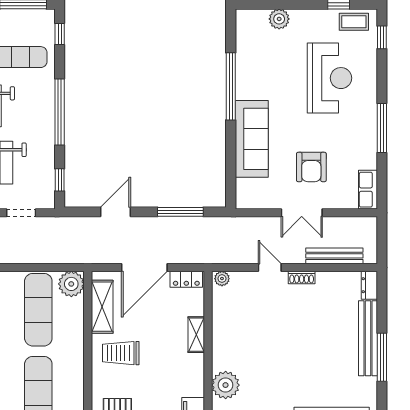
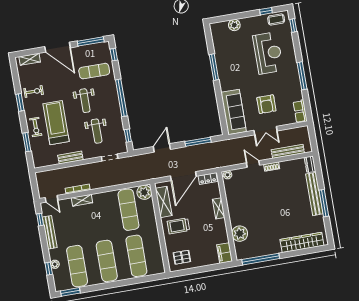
window: (231, 86) -> (214, 67), width x0.68
sofa: (252, 139) -> (234, 112), moved

